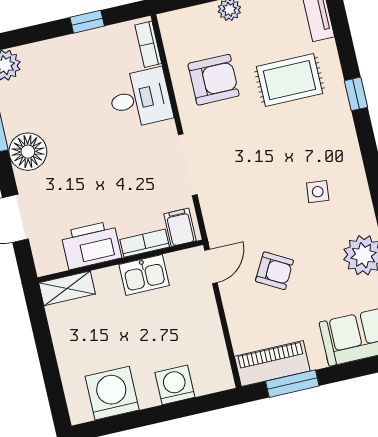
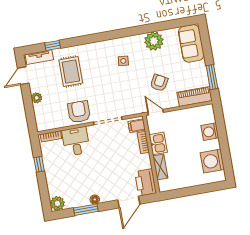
armchair: (214, 80) -> (79, 112), moved
window: (356, 94) -> (53, 45), moved
floor lamp: (28, 152) -> (95, 199), width x0.53, depth x0.53
printer: (91, 245) -> (146, 182), moved
shelving: (67, 288) -> (160, 167), moved
piano: (272, 364) -> (194, 97), moved, turned 90

